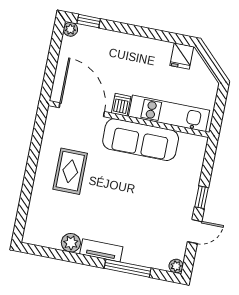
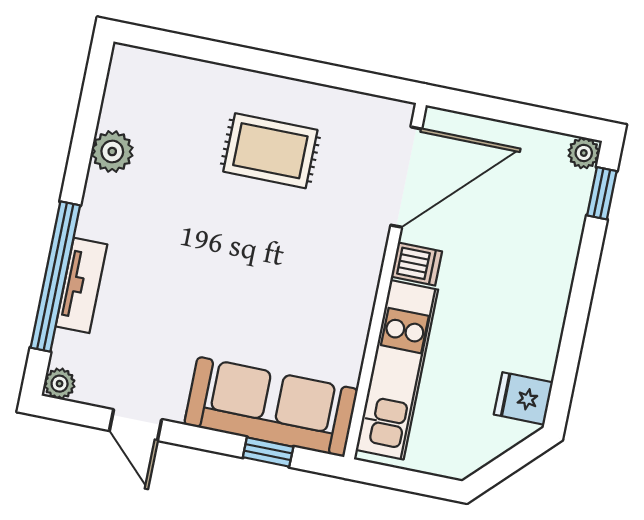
sofa: (141, 140) -> (271, 407), moved, turned 90
window: (201, 197) -> (268, 452), moved
tv unit: (101, 250) -> (81, 285), moved
window: (128, 268) -> (55, 277), width x1.46

